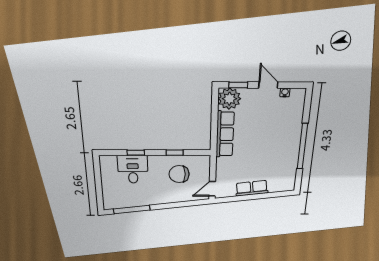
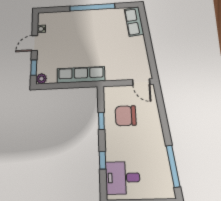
plant: (229, 99) -> (41, 79), width x0.53, depth x0.53
desk: (133, 169) -> (123, 178), moved
chair: (179, 174) -> (126, 116), turned 90
row of seats: (252, 188) -> (134, 22), moved

